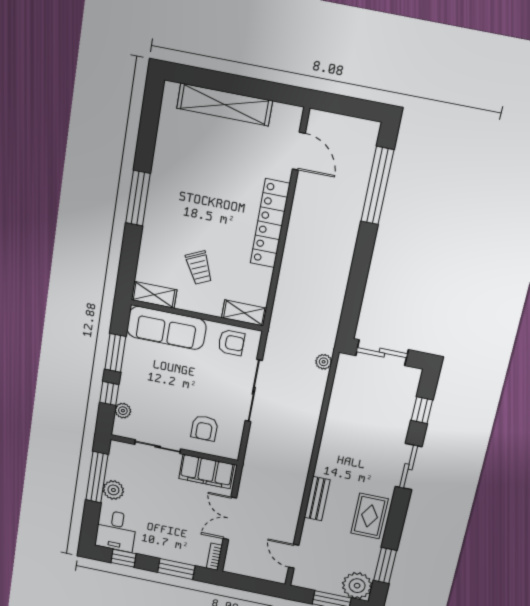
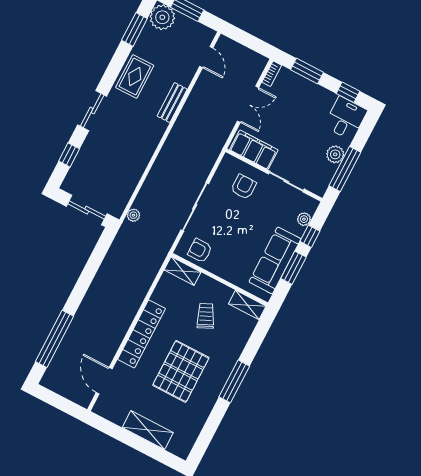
shelving: (224, 104) -> (148, 430), width x0.68
pallet: (207, 191) -> (181, 371), added
sofa: (166, 328) -> (275, 260), moved, turned -90

